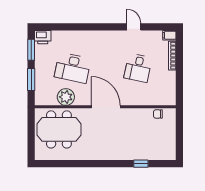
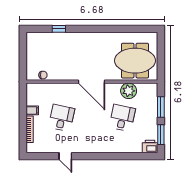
filing cabinet: (169, 35) -> (32, 110), moved
desk: (73, 68) -> (122, 118), width x0.73

